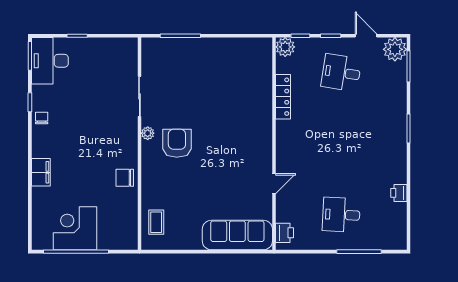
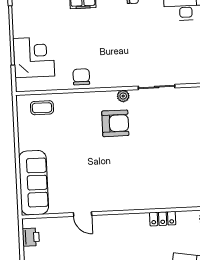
locker: (283, 97) -> (163, 219), width x0.66
corner desk: (75, 228) -> (34, 57), moved
printer: (285, 233) -> (31, 237), moved, turned -90

